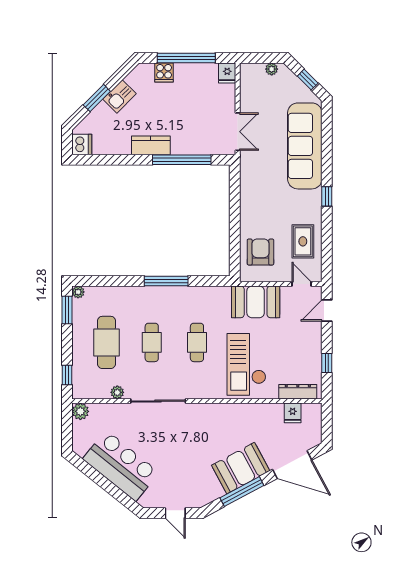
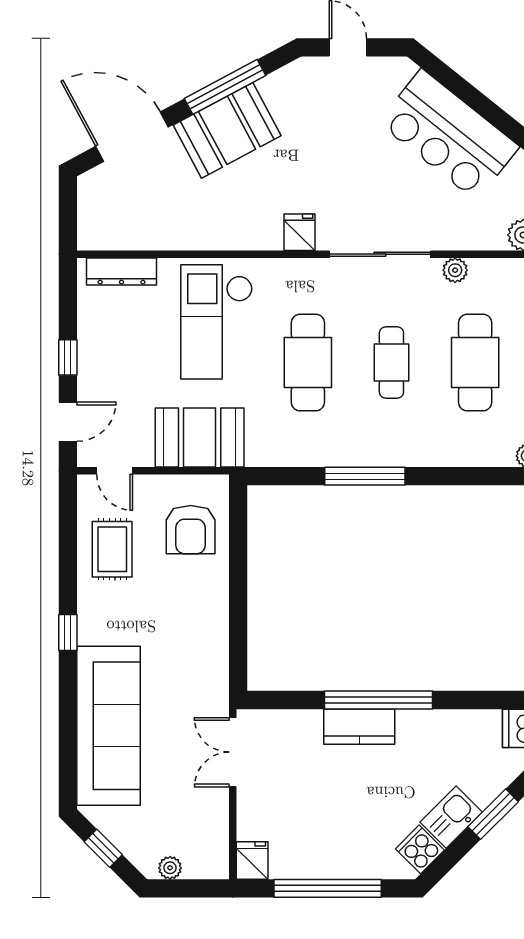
cooker: (164, 72) -> (420, 849), moved, turned -45
kitchen counter: (151, 145) -> (359, 727), moved
window: (182, 160) -> (378, 700), moved
cafe table: (197, 342) -> (308, 363), width x1.37, depth x1.35
window: (327, 363) -> (68, 357), moved
checkout: (246, 364) -> (217, 322), turned 180
fridge: (293, 413) -> (300, 232), moved

